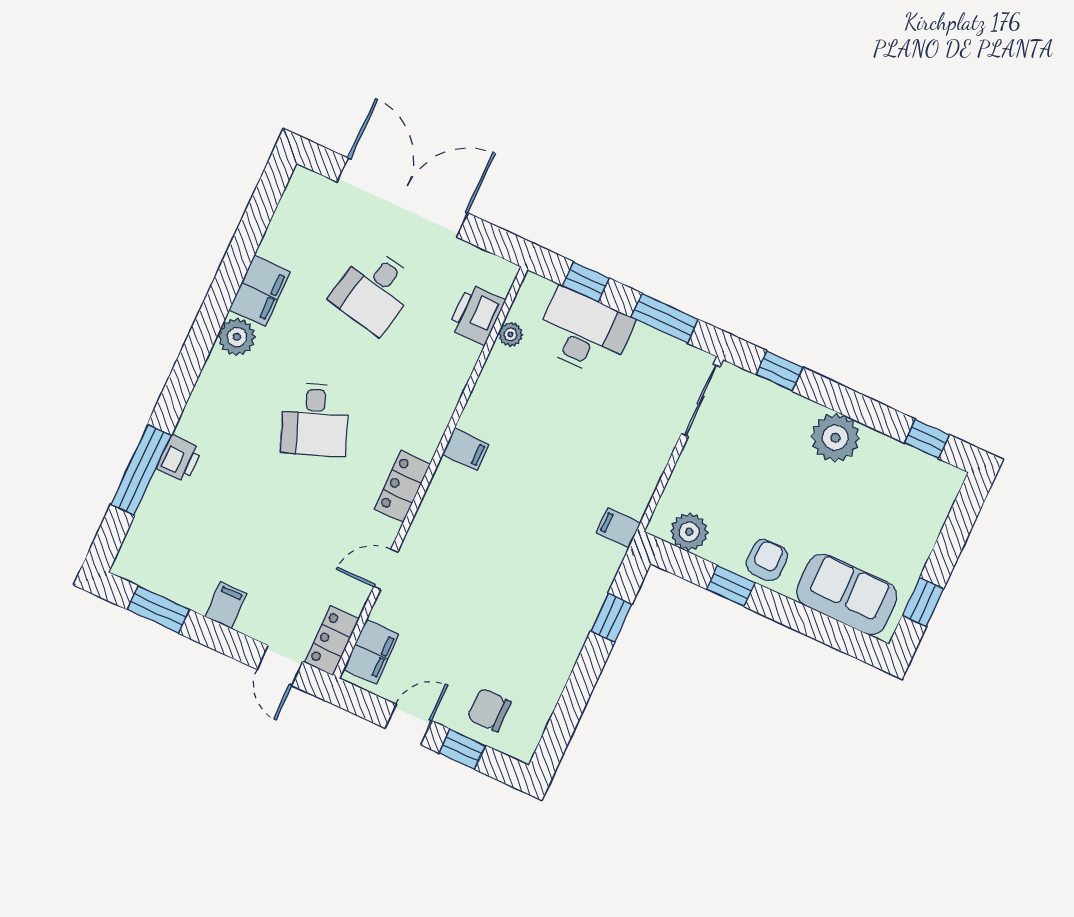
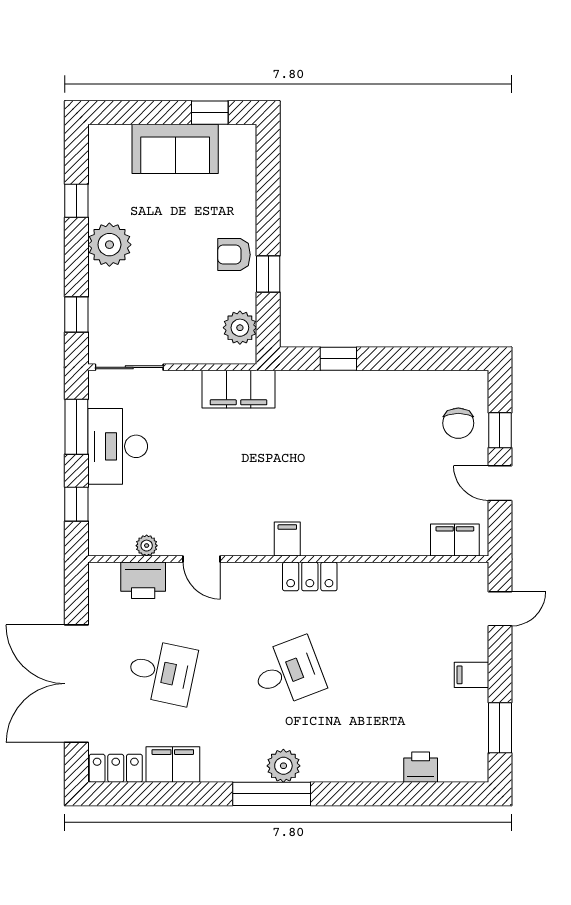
filing cabinet: (260, 291) -> (173, 765), moved
desk: (584, 332) -> (118, 446), moved
plant: (237, 337) -> (283, 766), moved
window: (927, 439) -> (76, 201), moved
filing cabinet: (466, 449) -> (287, 539), moved
printer: (179, 458) -> (421, 767), moved
window: (141, 470) -> (272, 794), moved
filing cabinet: (618, 528) -> (238, 389), width x3.00, depth x1.17
door: (386, 569) -> (202, 559), moved
sofa: (847, 594) -> (175, 149), moved, turned -90
locker: (332, 640) -> (116, 768), moved, turned 180

